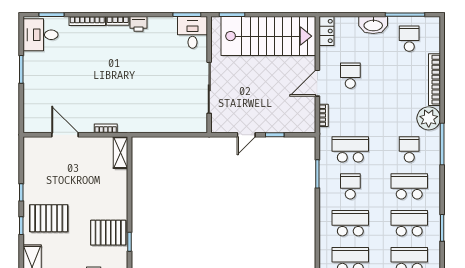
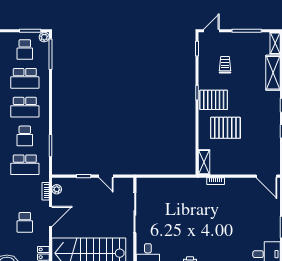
plant: (309, 118) -> (57, 189), added
door: (65, 135) -> (267, 176), moved
door: (246, 135) -> (106, 176), swing flipped
pallet: (49, 218) -> (225, 128), moved

